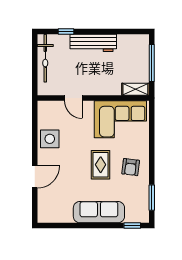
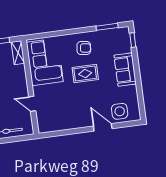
door: (73, 98) -> (32, 104), swing flipped
side table: (50, 139) -> (120, 111), moved
sofa: (99, 212) -> (125, 70), width x0.73

